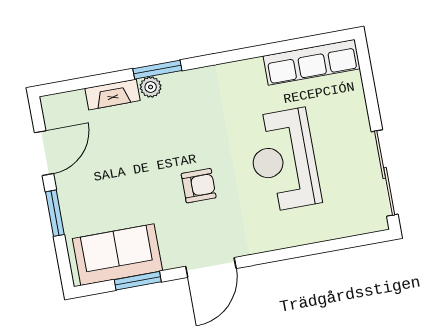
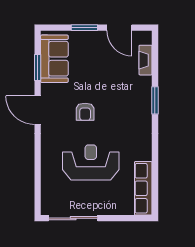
plant: (151, 87) -> (146, 95), removed
fireplace: (112, 94) -> (146, 60), moved

